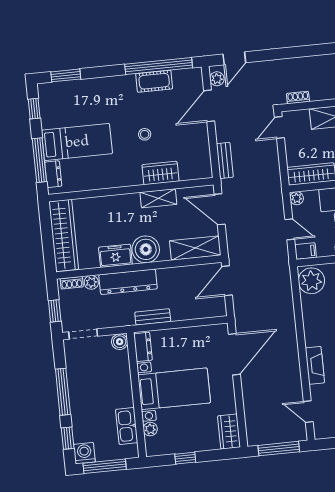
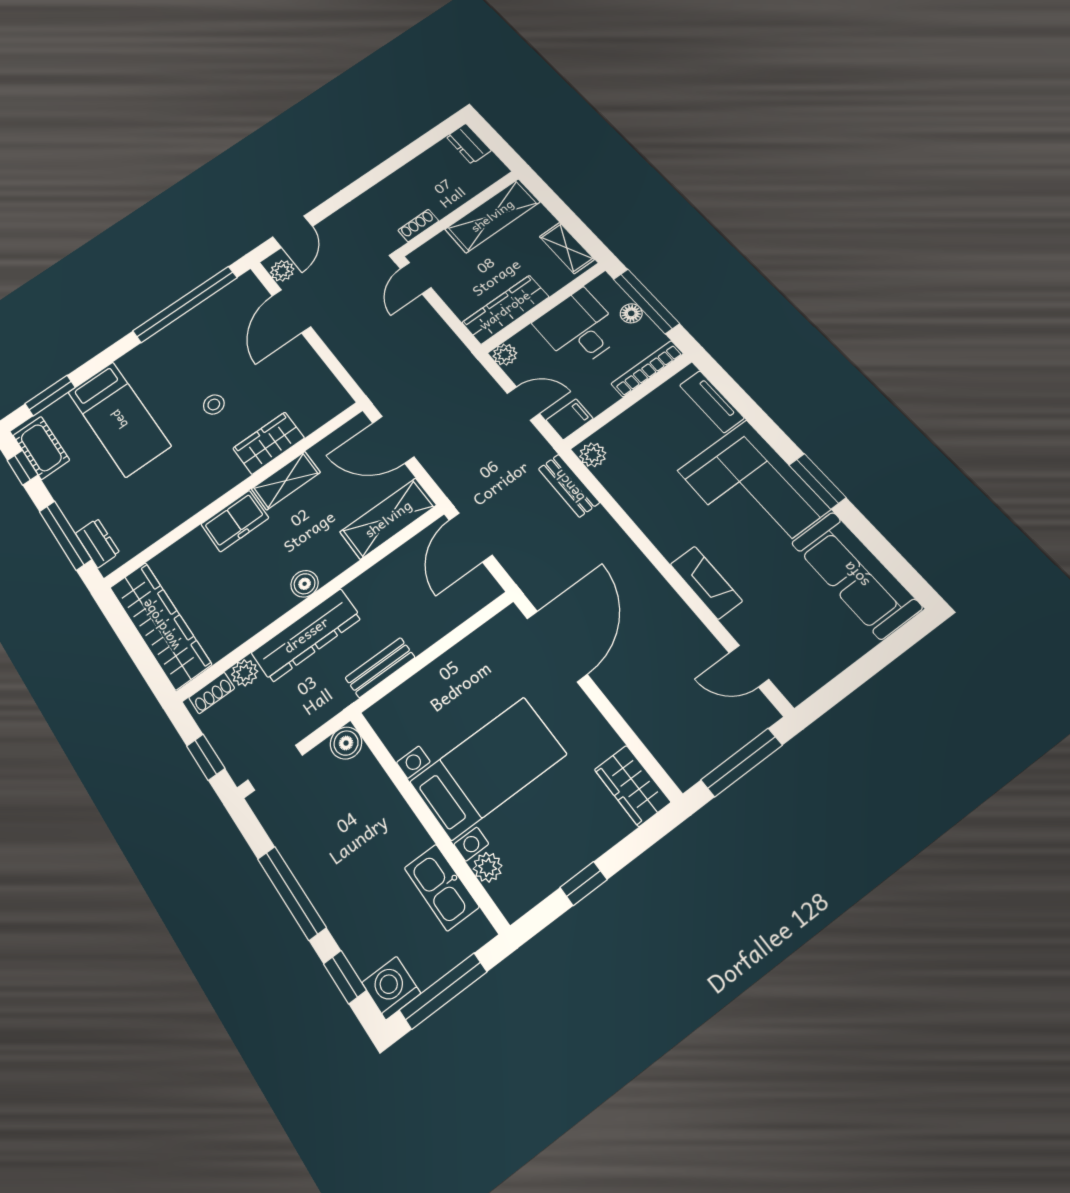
cot: (154, 81) -> (41, 448), moved, turned 90
bed: (77, 142) -> (119, 419), moved, turned 90
bench: (225, 160) -> (569, 486), moved
boiler: (146, 249) -> (305, 584), width x0.54, depth x0.54
freezer: (115, 256) -> (235, 521), moved, turned 180
plant: (311, 281) -> (593, 455), width x0.53, depth x0.53
dresser: (143, 347) -> (392, 728), removed

